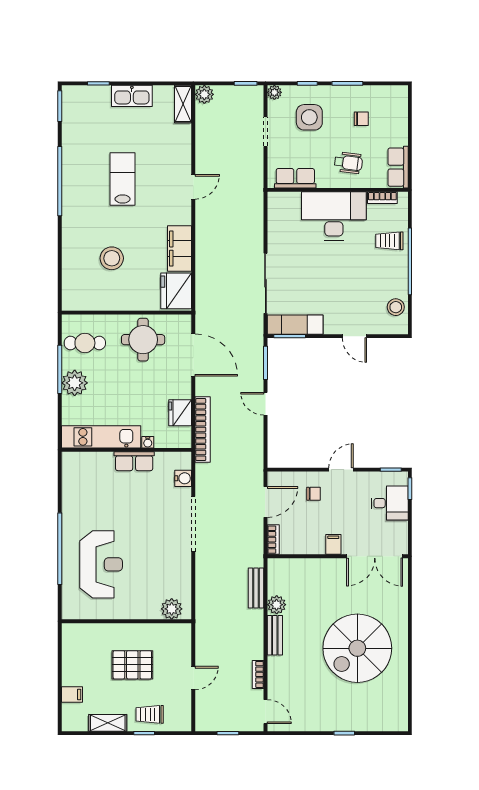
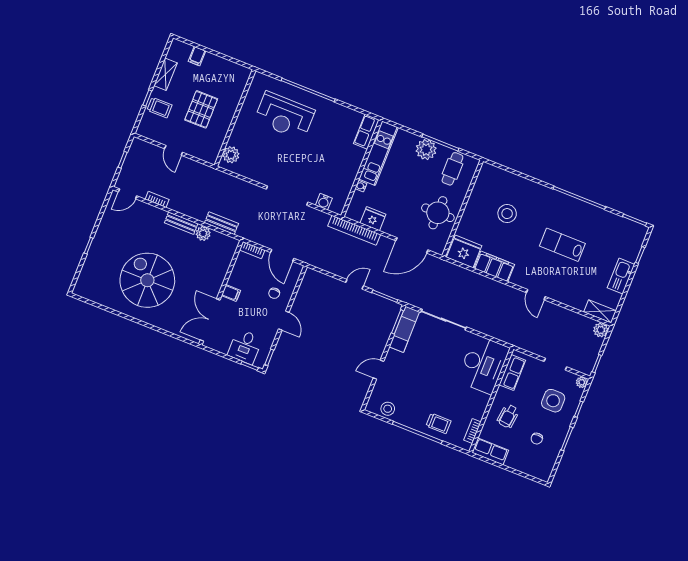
lab bench: (123, 179) -> (562, 245), turned 180
desk: (334, 216) -> (483, 365), moved
trolley: (389, 241) -> (438, 423), turned 90
row of seats: (134, 461) -> (366, 132), moved
trolley: (150, 714) -> (160, 108), turned 90

